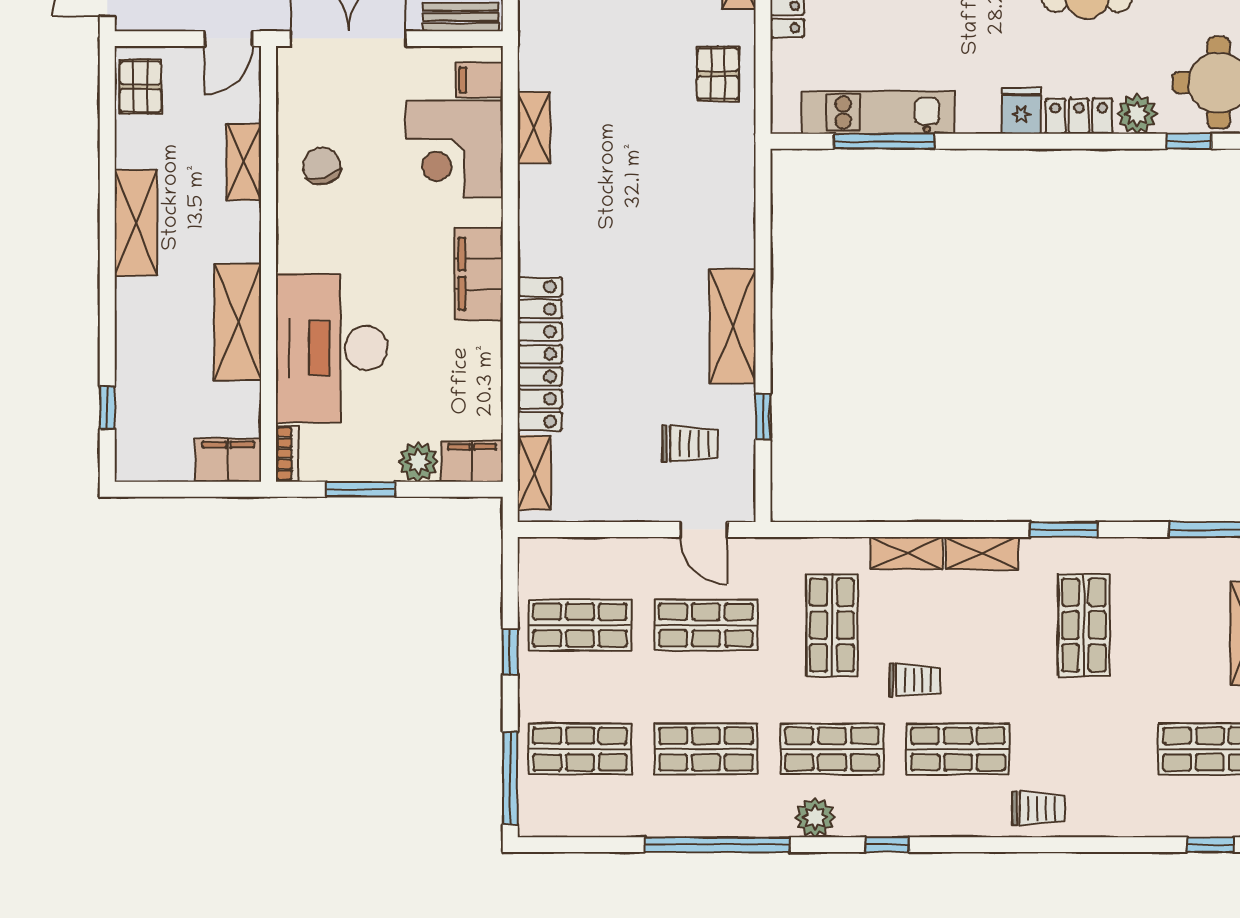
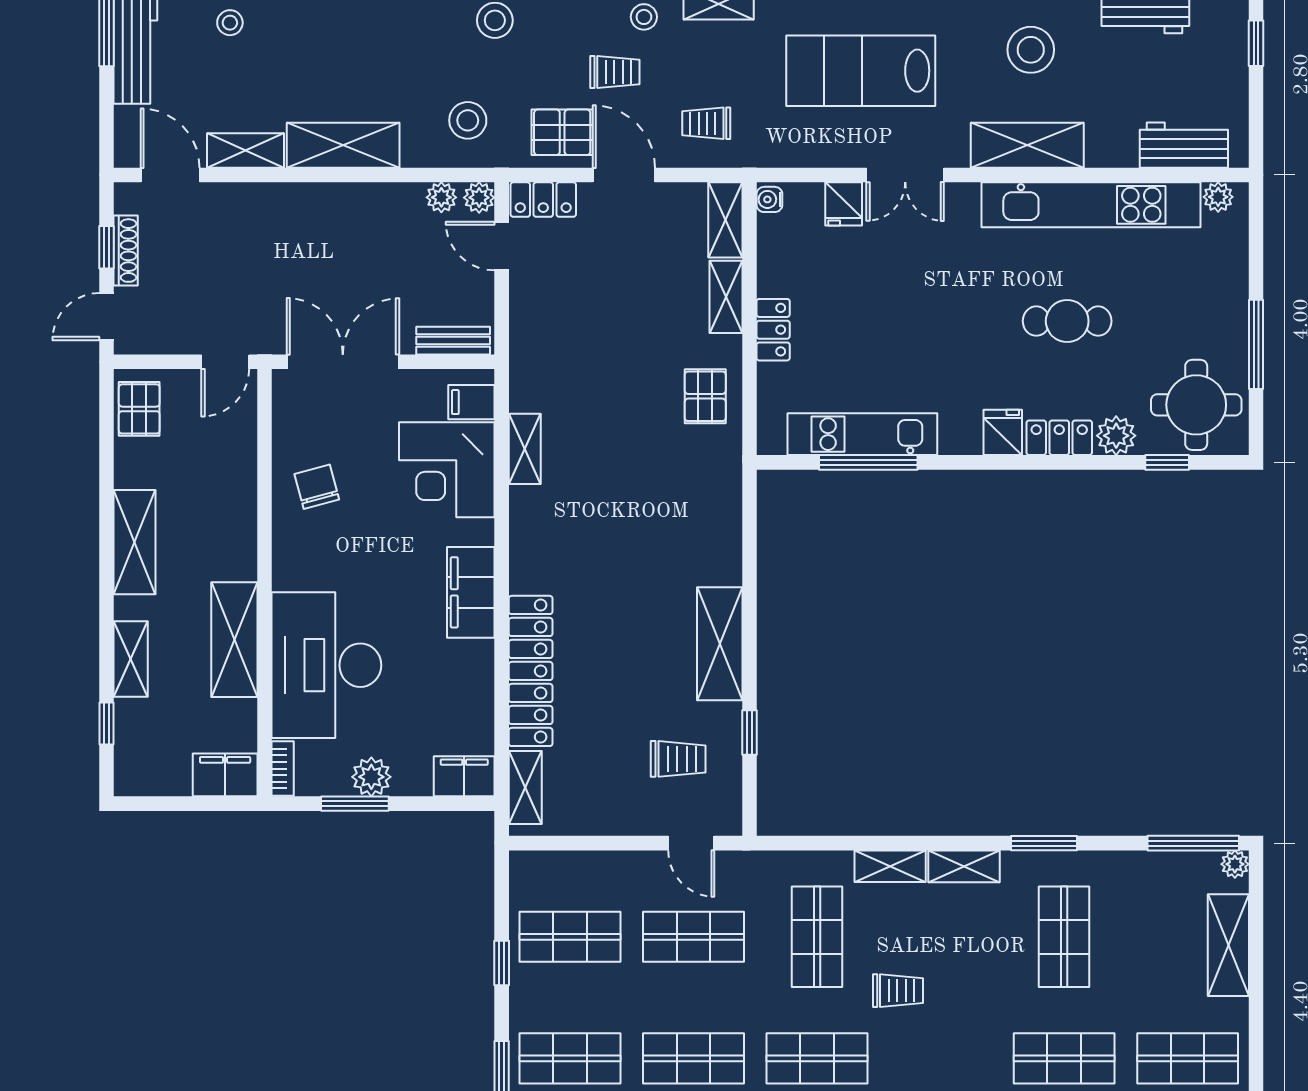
shelving: (244, 162) -> (131, 659), moved
plant: (418, 462) -> (371, 777), moved
shop shelf: (958, 749) -> (1064, 1058), moved

